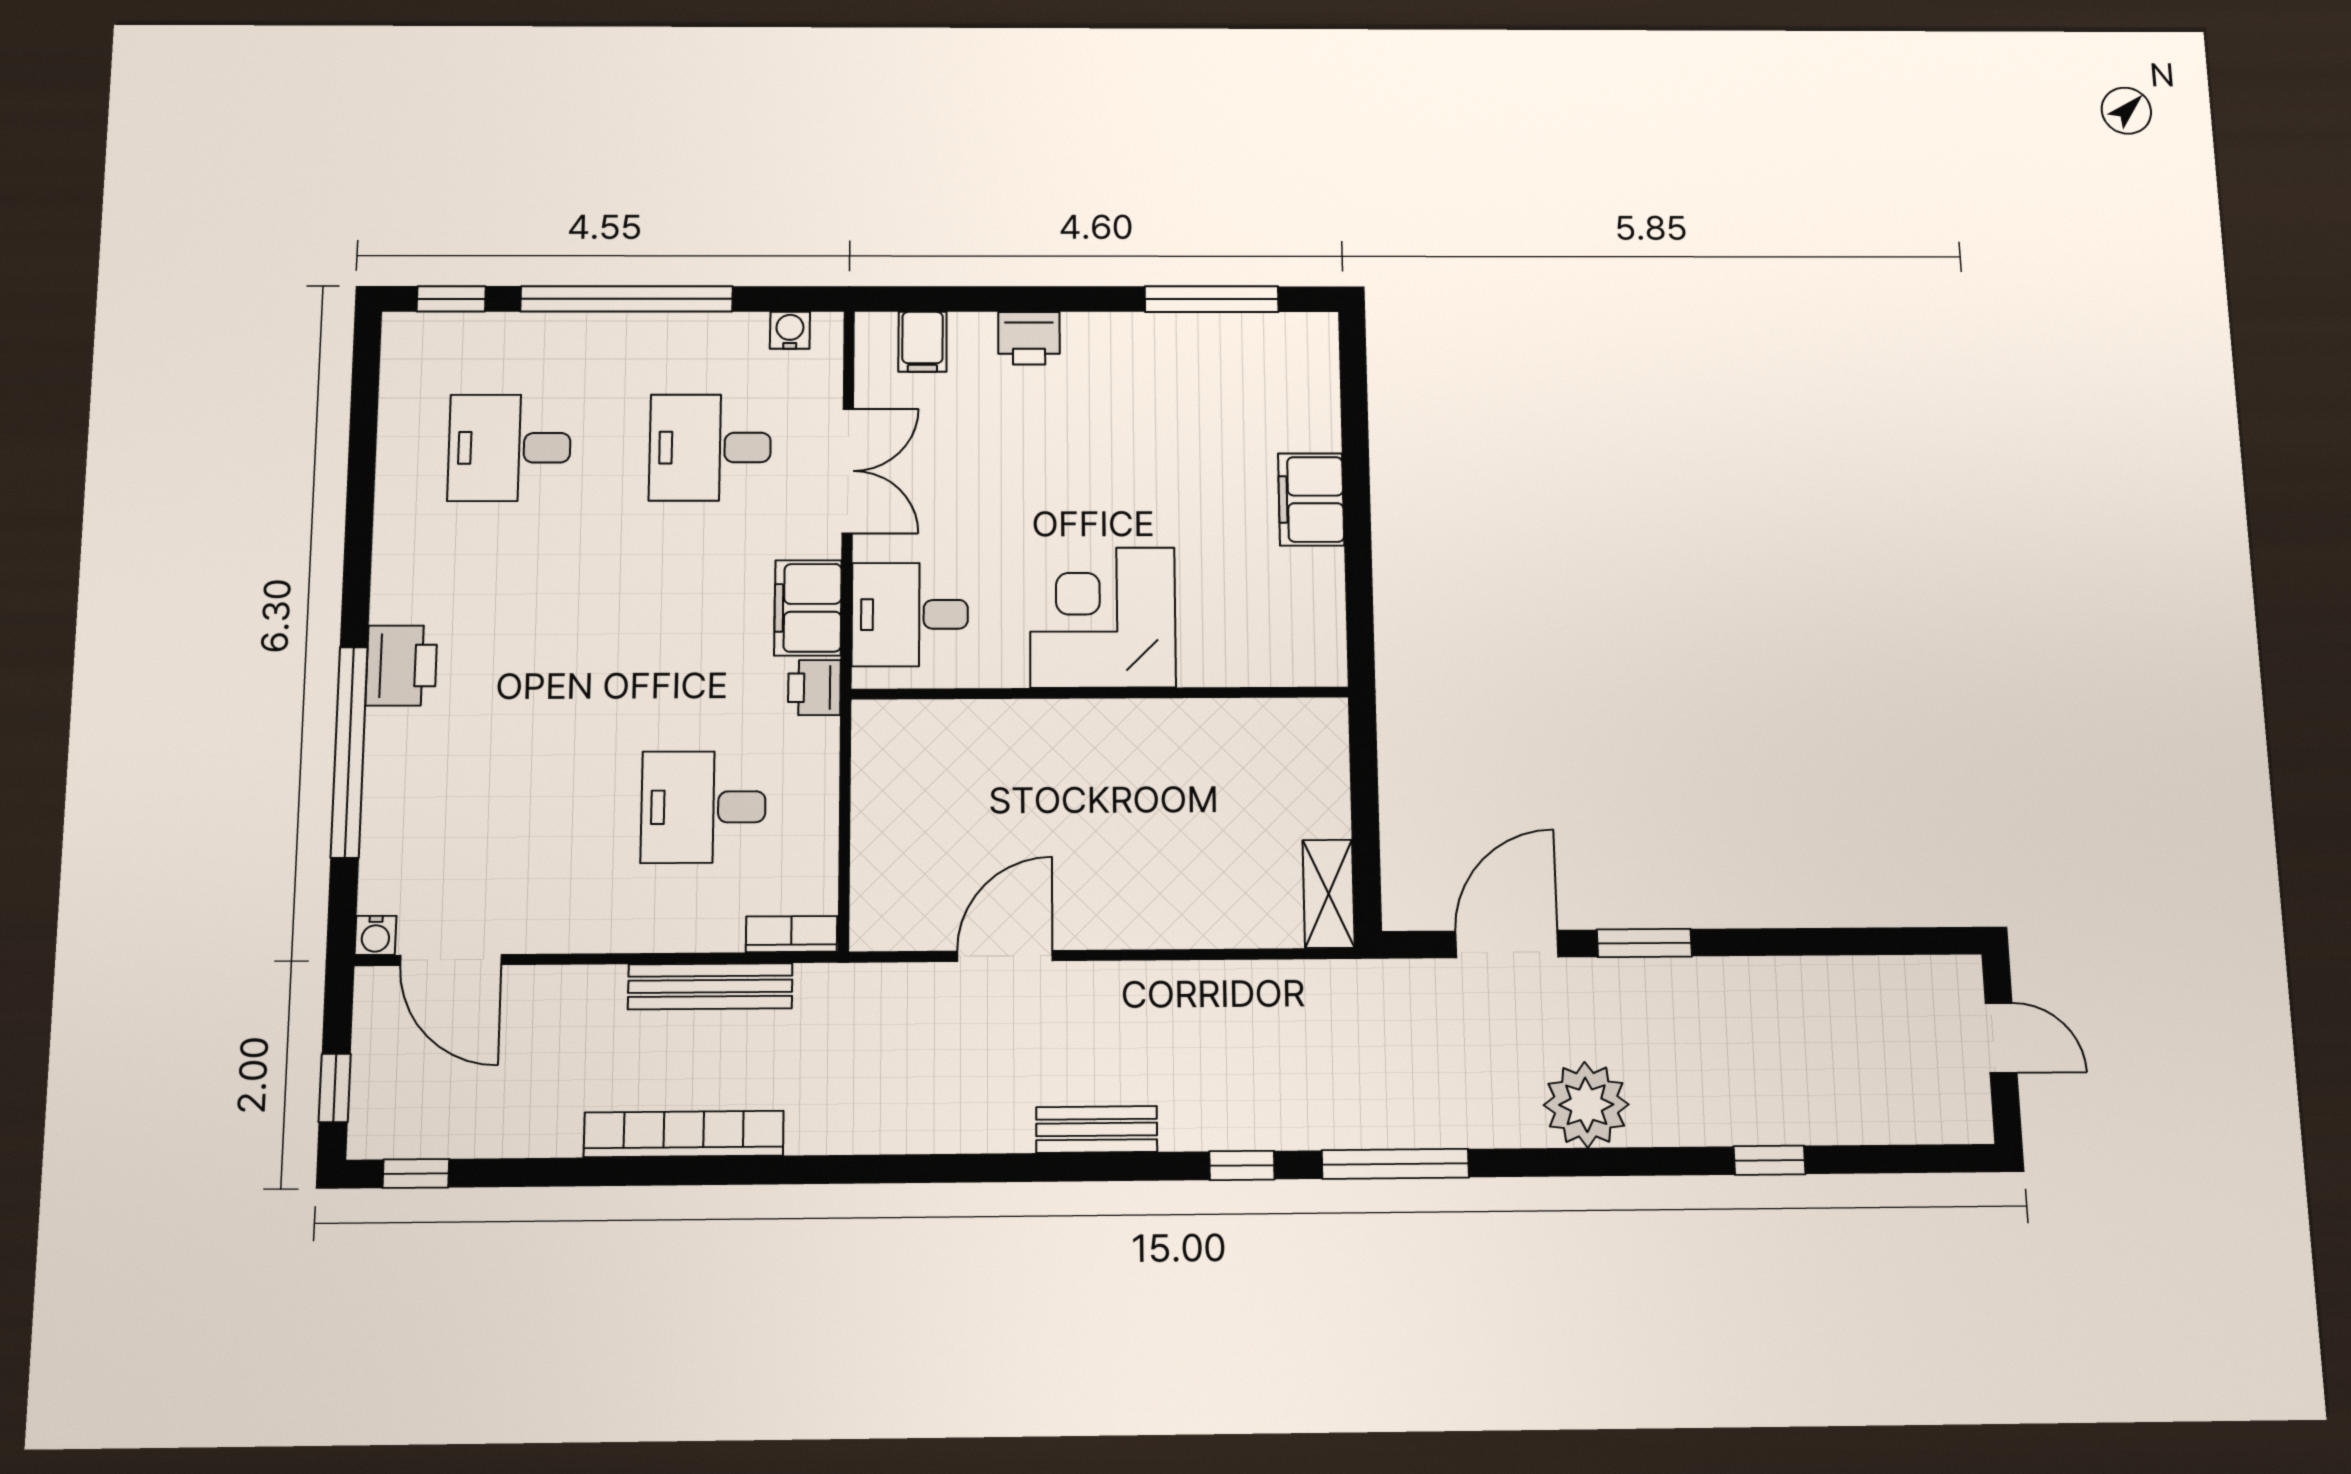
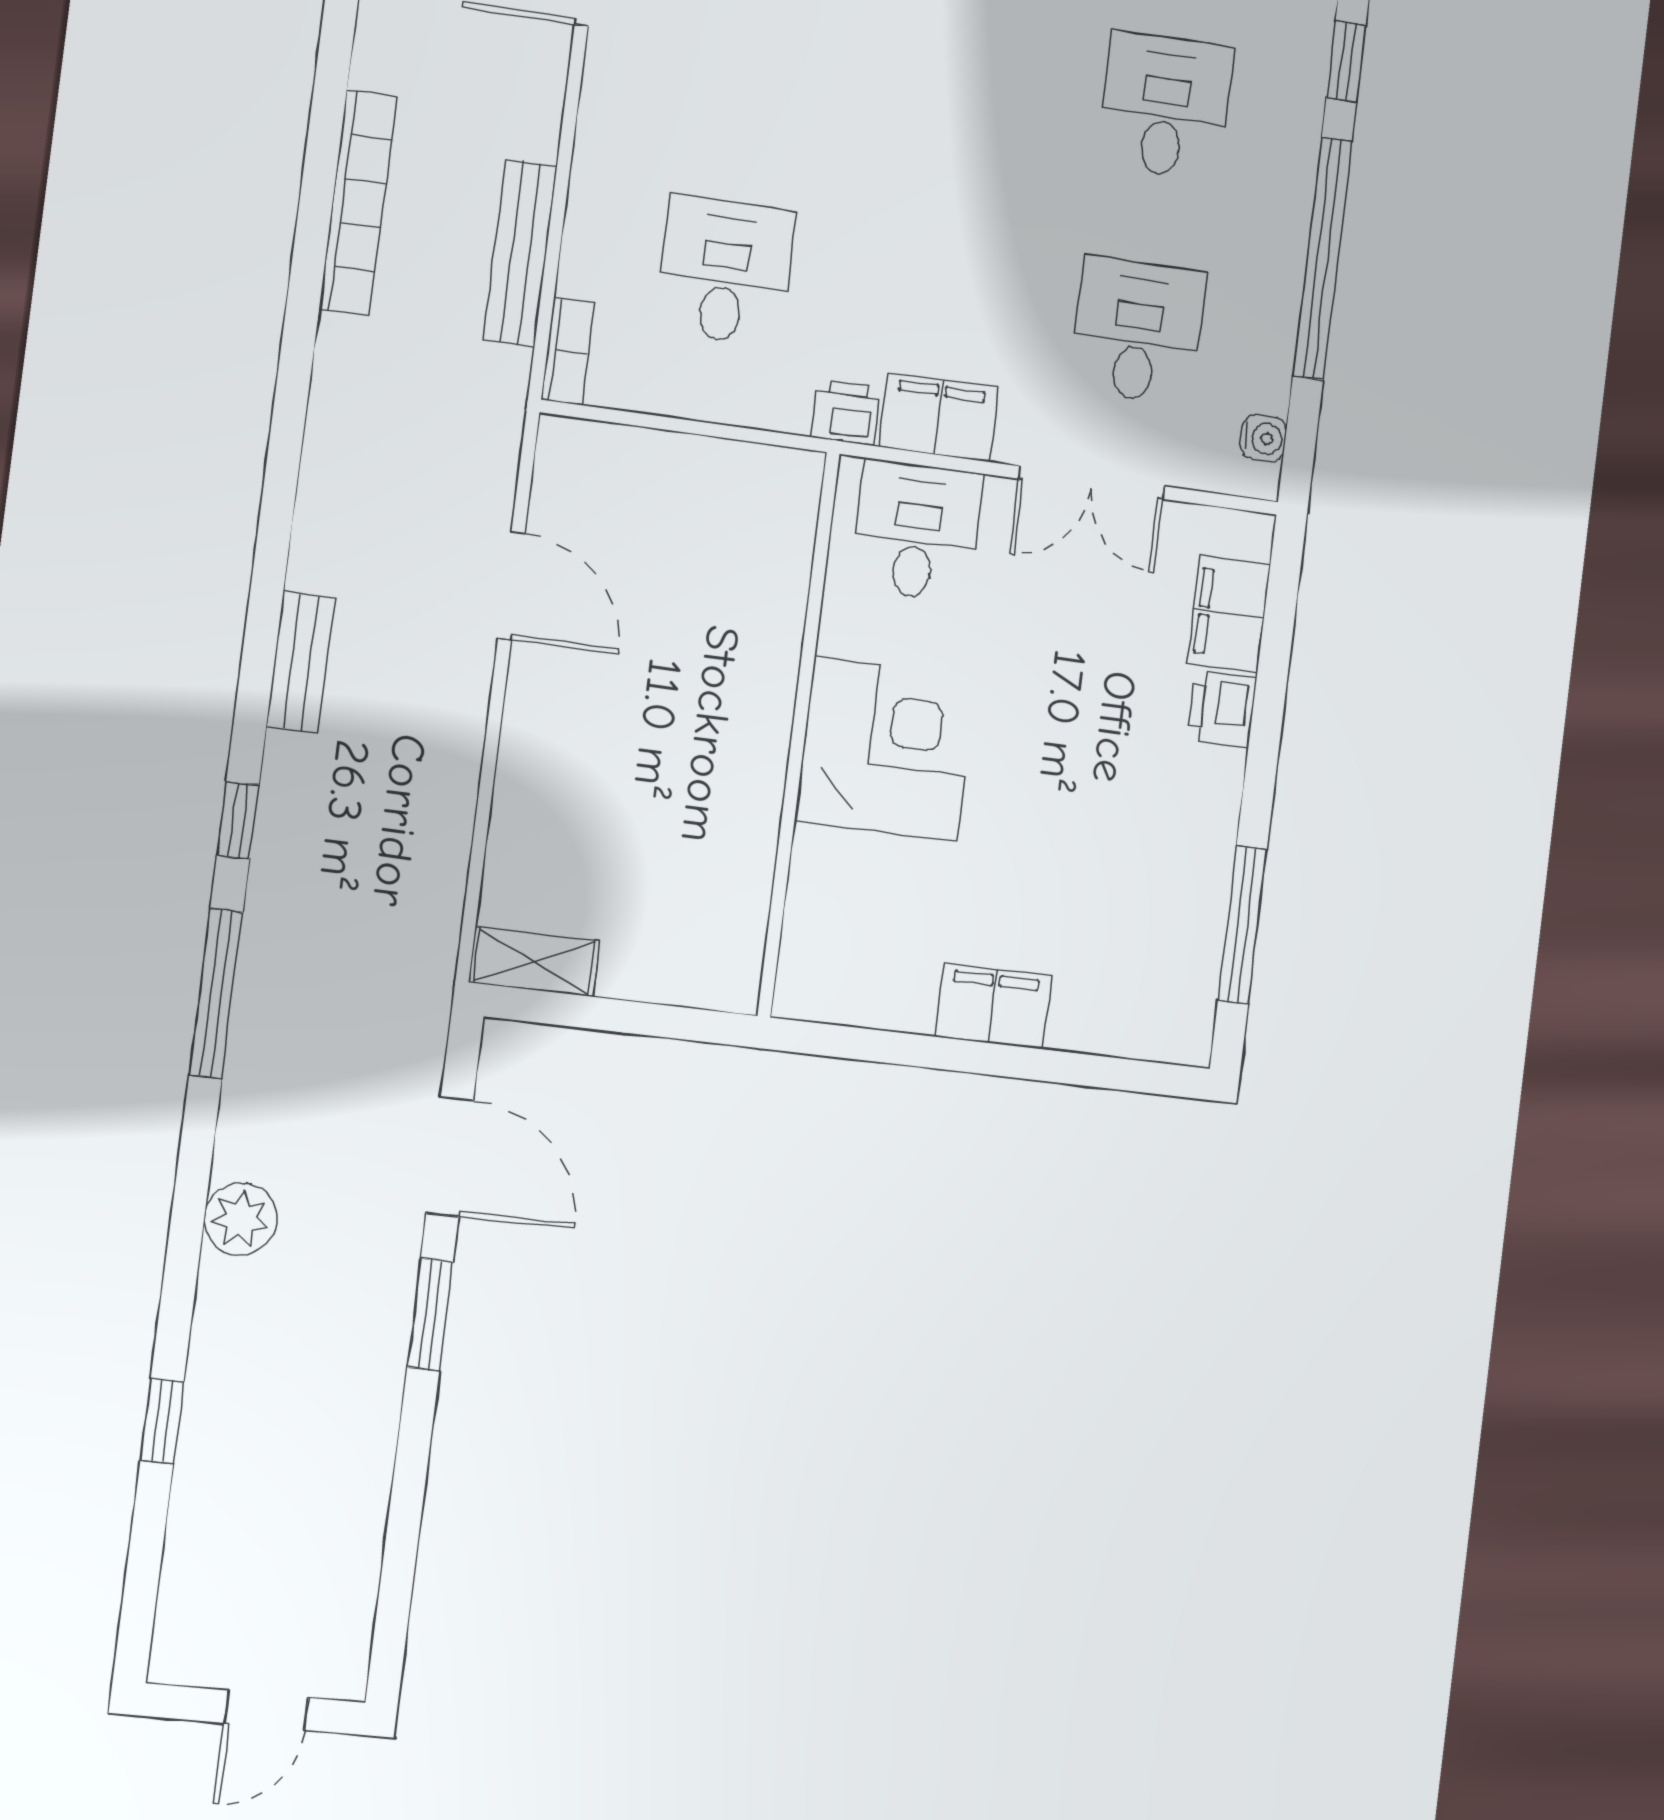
filing cabinet: (922, 342) -> (1229, 614), width x2.00
plant: (1586, 1105) -> (241, 1219), width x0.73, depth x0.73

